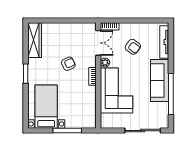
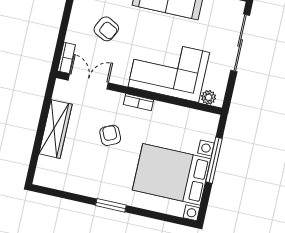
wardrobe: (35, 40) -> (56, 129), moved, turned 90
armchair: (133, 47) -> (106, 29), turned 80
plant: (105, 63) -> (209, 97), moved
bed with nightstands: (46, 107) -> (172, 174), width x1.36

